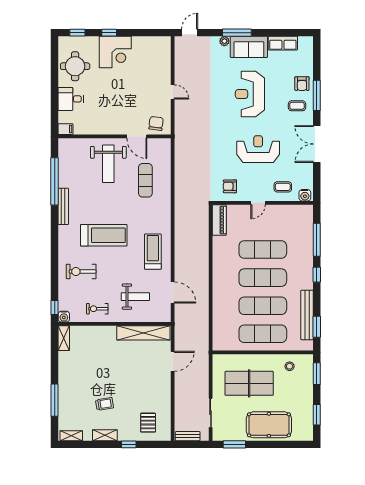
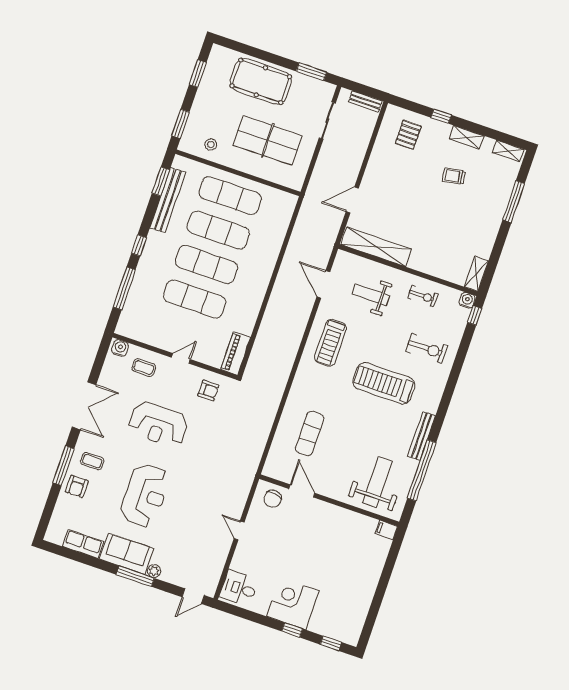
round table: (75, 66) -> (348, 603), removed
armchair: (302, 84) -> (77, 486), turned 180
desk: (71, 99) -> (239, 588), moved, turned 180
weight bench: (108, 164) -> (377, 482), moved

